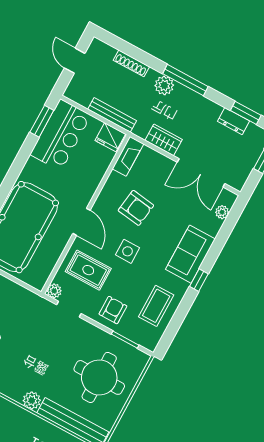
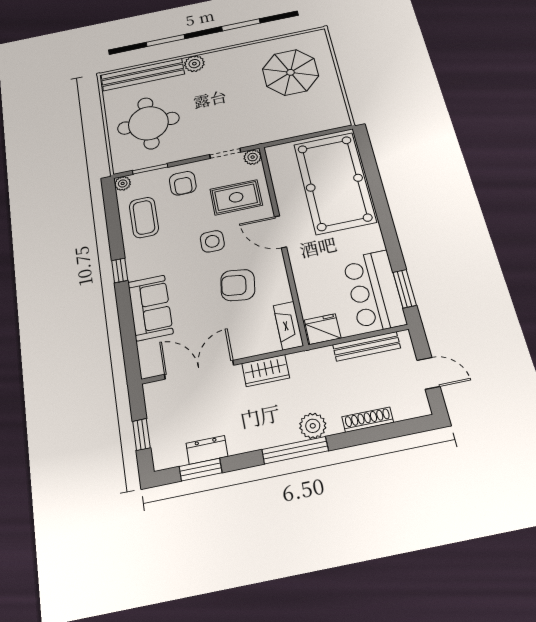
bench: (112, 115) -> (367, 346), moved
plant: (222, 212) -> (123, 183), moved
sofa: (190, 254) -> (150, 308), moved

